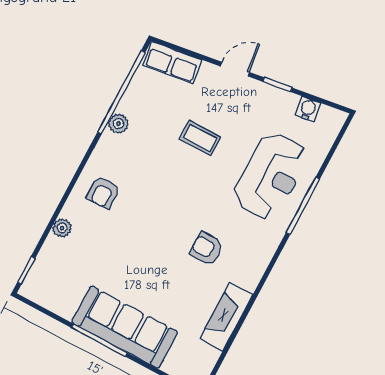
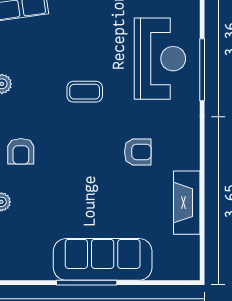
coffee table: (200, 138) -> (85, 92), moved
armchair: (207, 248) -> (138, 152), turned 180

